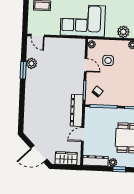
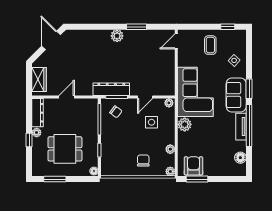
plant: (123, 32) -> (185, 124), moved
plant: (31, 63) -> (117, 36), moved
dresser: (77, 110) -> (111, 89), moved
door: (83, 135) -> (67, 97), hinge flipped
door: (39, 154) -> (51, 40), moved

